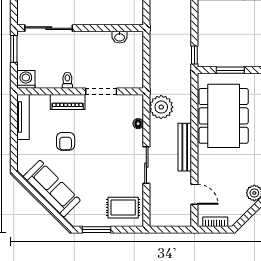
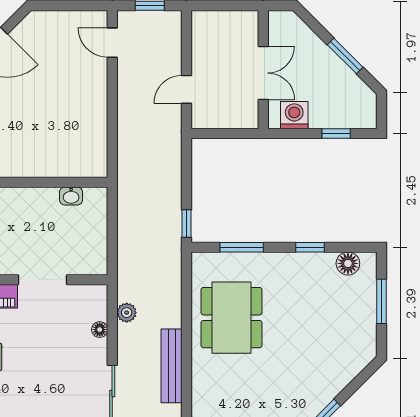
plant: (161, 107) -> (127, 313), width x0.53, depth x0.53
dining table: (224, 116) -> (231, 318), width x0.73, depth x0.80

